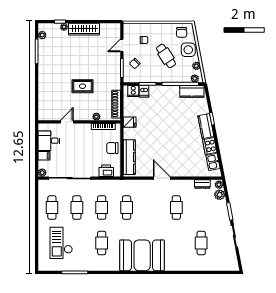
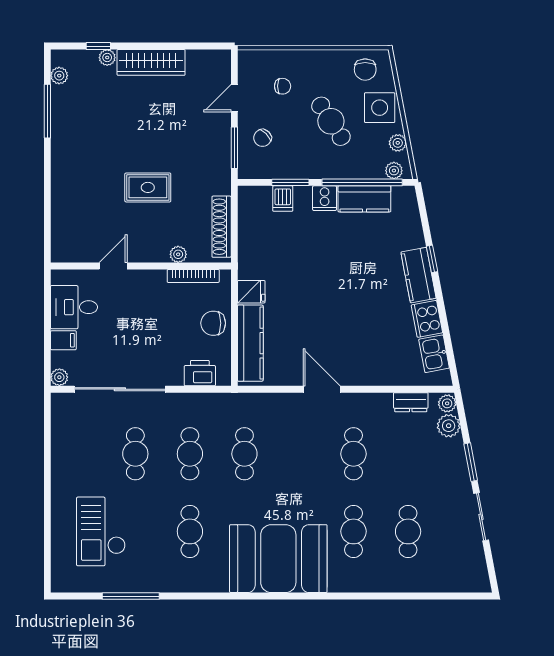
cooker: (133, 91) -> (325, 198), moved
kitchen counter: (192, 91) -> (364, 199), moved
fridge: (130, 122) -> (251, 292), moved
cafe table: (52, 208) -> (354, 531), moved

